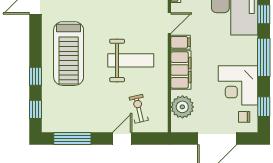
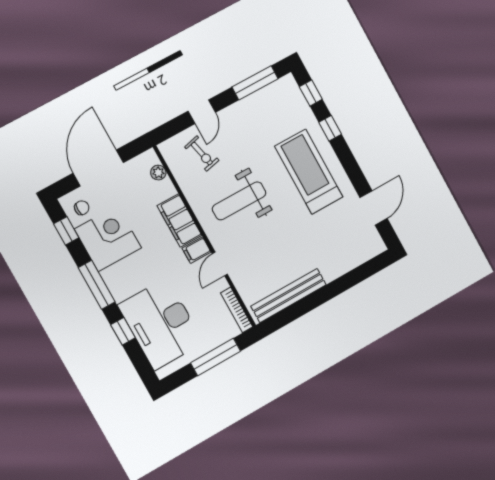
plant: (182, 107) -> (158, 173), width x0.53, depth x0.53

